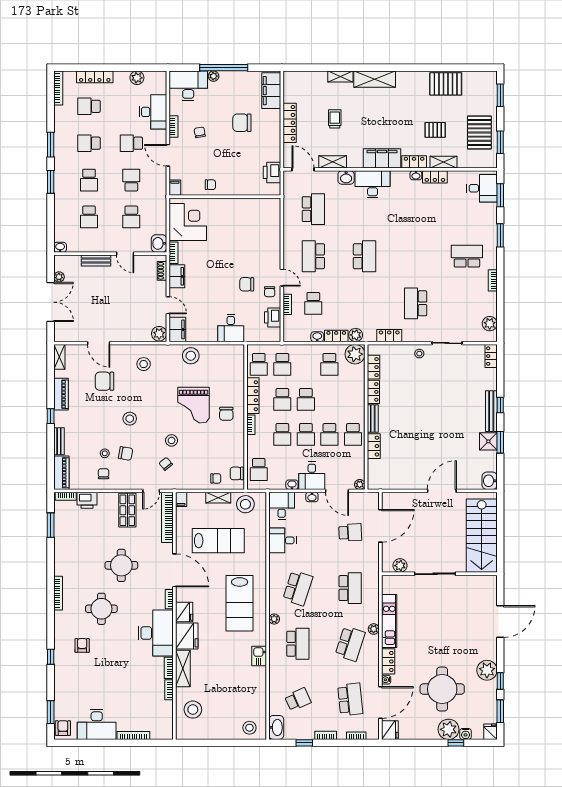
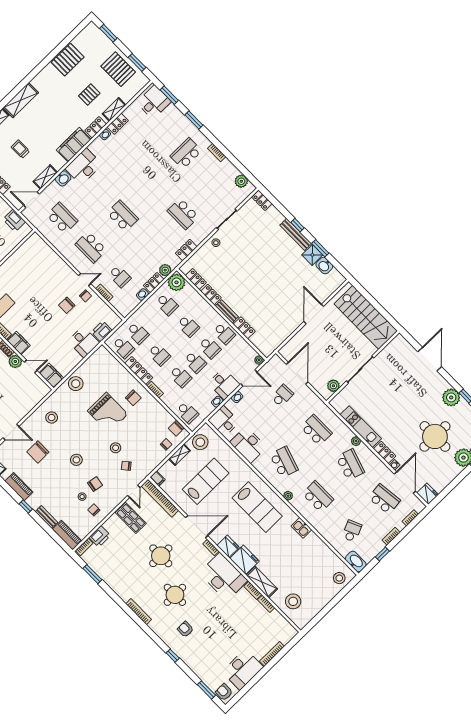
printer: (273, 317) -> (102, 331), moved, turned 90
plant: (159, 334) -> (15, 361), moved
school desk: (306, 399) -> (188, 326), moved
washbasin: (490, 481) -> (324, 266), moved
desk: (282, 540) -> (248, 445), width x1.37

